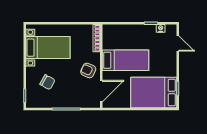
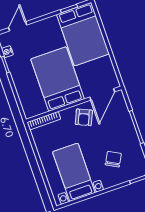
bed: (125, 60) -> (58, 79), width x1.50
door: (101, 91) -> (102, 94), swing flipped

